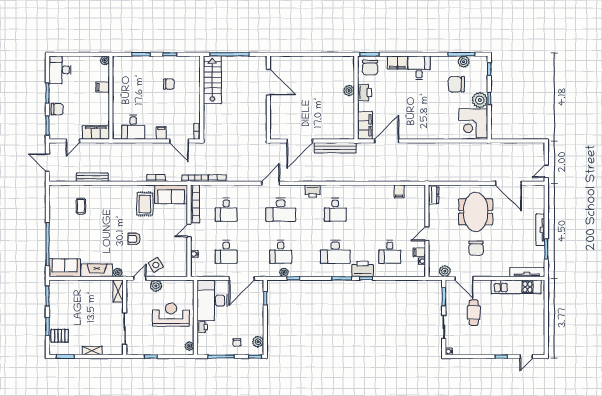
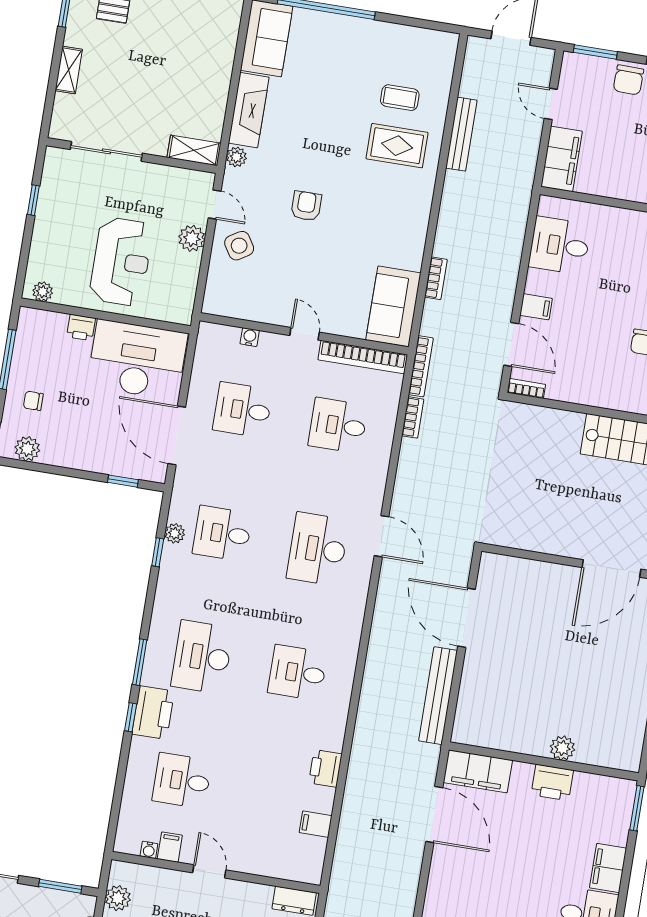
chair: (370, 68) -> (607, 804), removed
door: (179, 141) -> (511, 344), swing flipped
printer: (313, 191) -> (325, 768), moved
rug: (145, 204) -> (397, 146), moved

